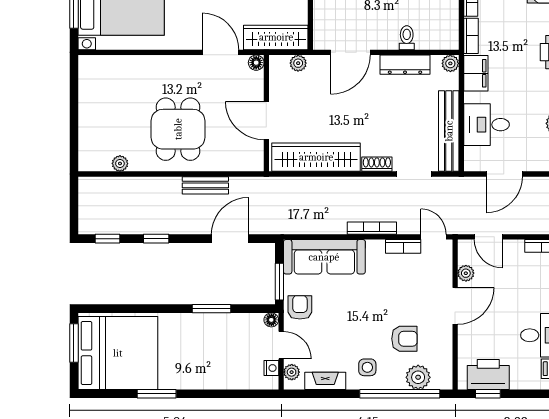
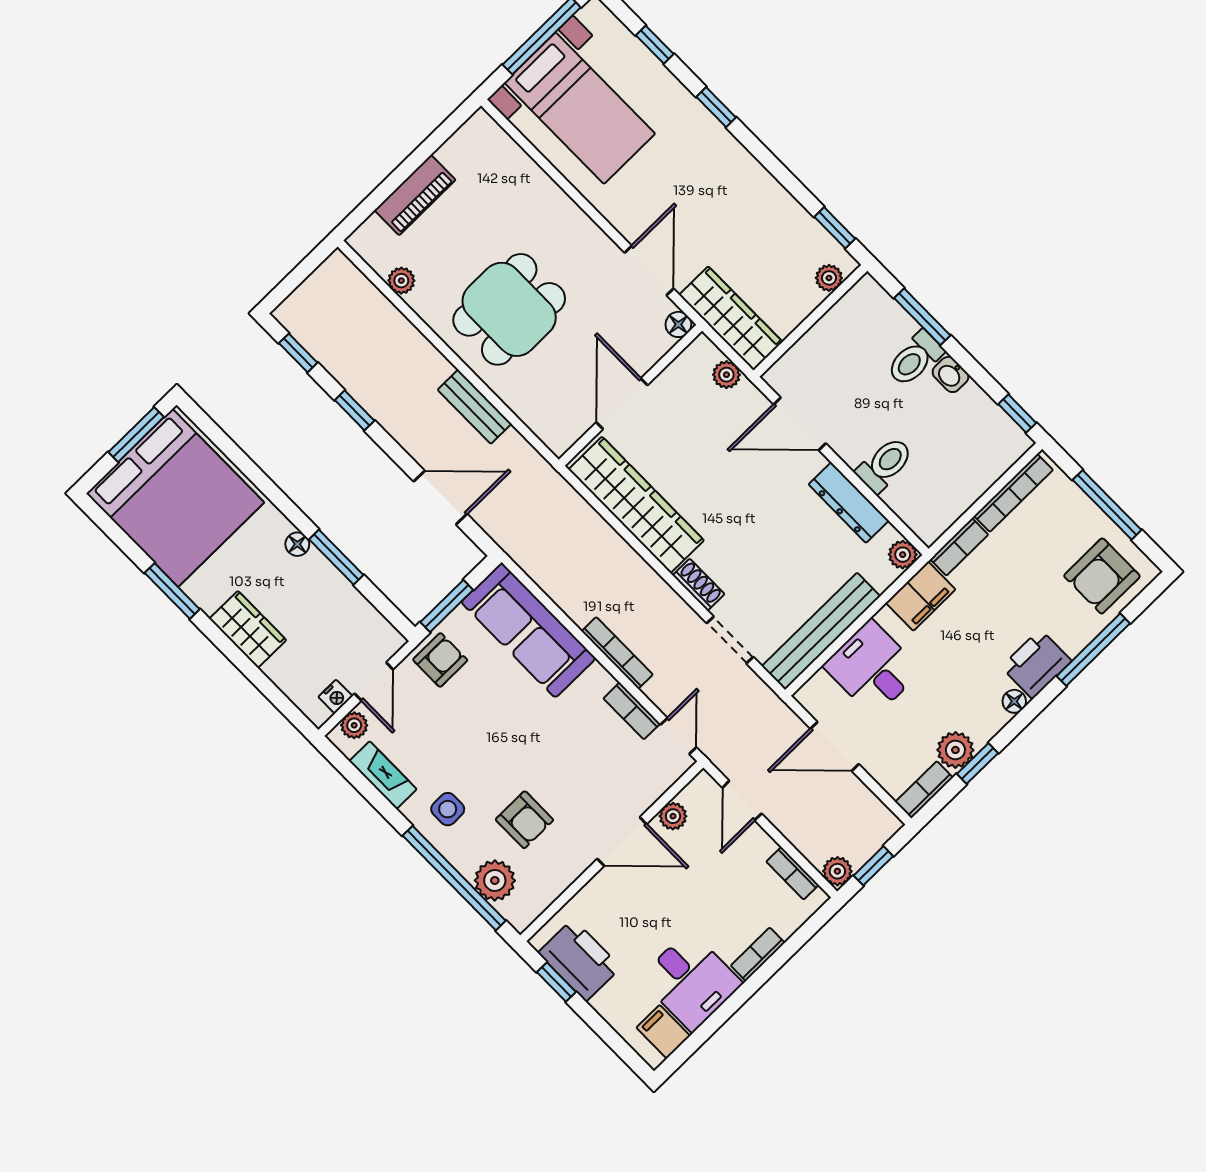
toilet: (407, 38) -> (885, 465), width x1.37, depth x1.39
piano: (89, 121) -> (415, 195), added
floor lamp: (271, 320) -> (297, 544), moved
wardrobe: (205, 377) -> (248, 629), added

